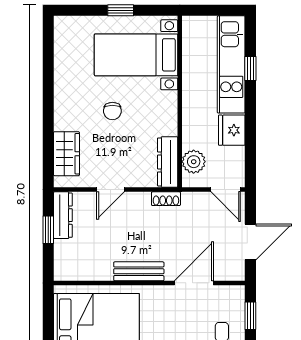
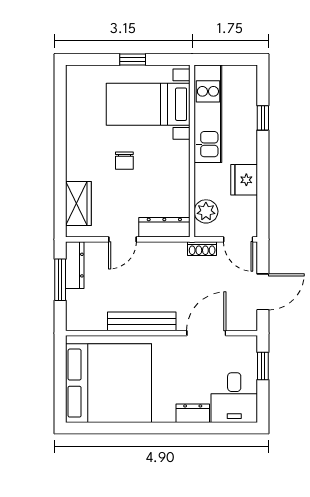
kitchen unit: (231, 64) -> (208, 114), moved, turned 180
dresser: (168, 162) -> (164, 227), moved, turned 90
shoe rack: (166, 199) -> (202, 249), moved
window: (48, 230) -> (60, 280), width x1.50
bench: (139, 271) -> (142, 321), width x1.36

